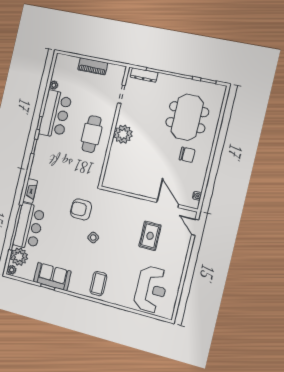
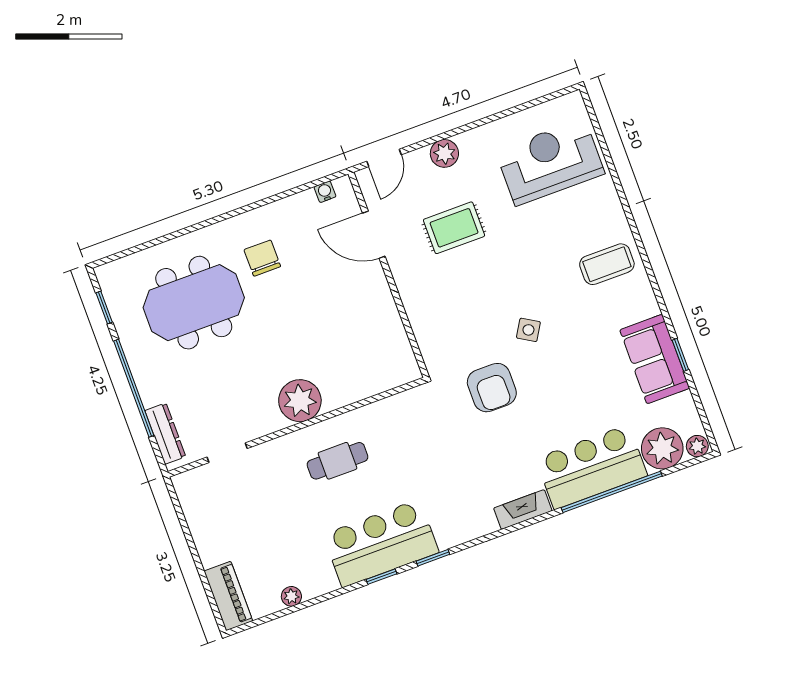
piano: (93, 66) -> (228, 596), moved
bar counter: (55, 114) -> (381, 543), moved
cafe table: (92, 134) -> (337, 461), width x0.73, depth x0.74
door: (168, 203) -> (374, 235), hinge flipped
plant: (181, 252) -> (444, 153), added

